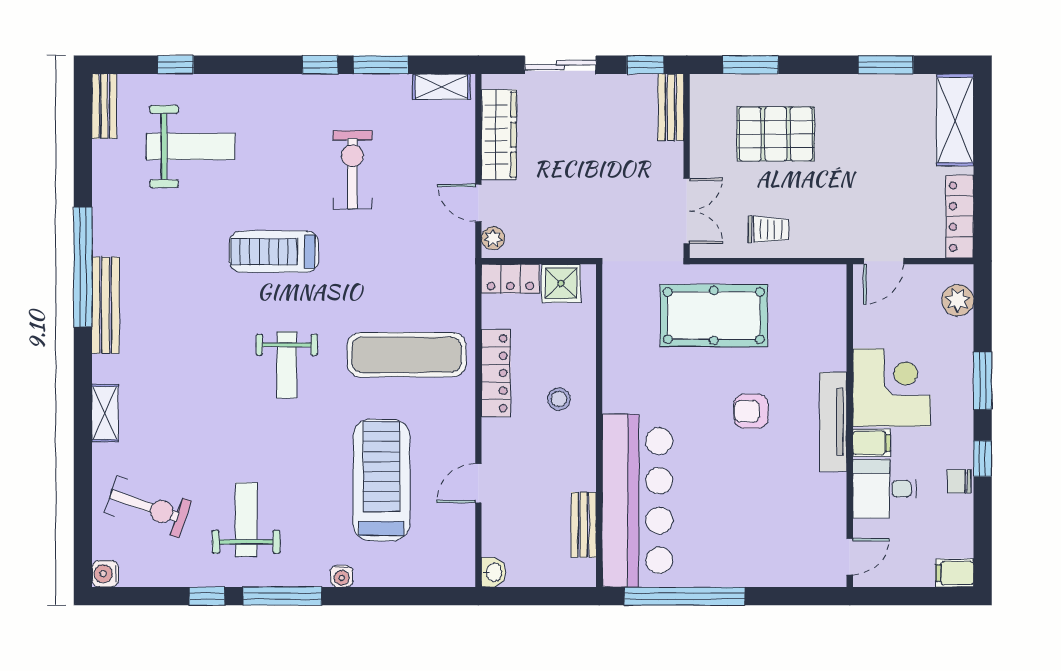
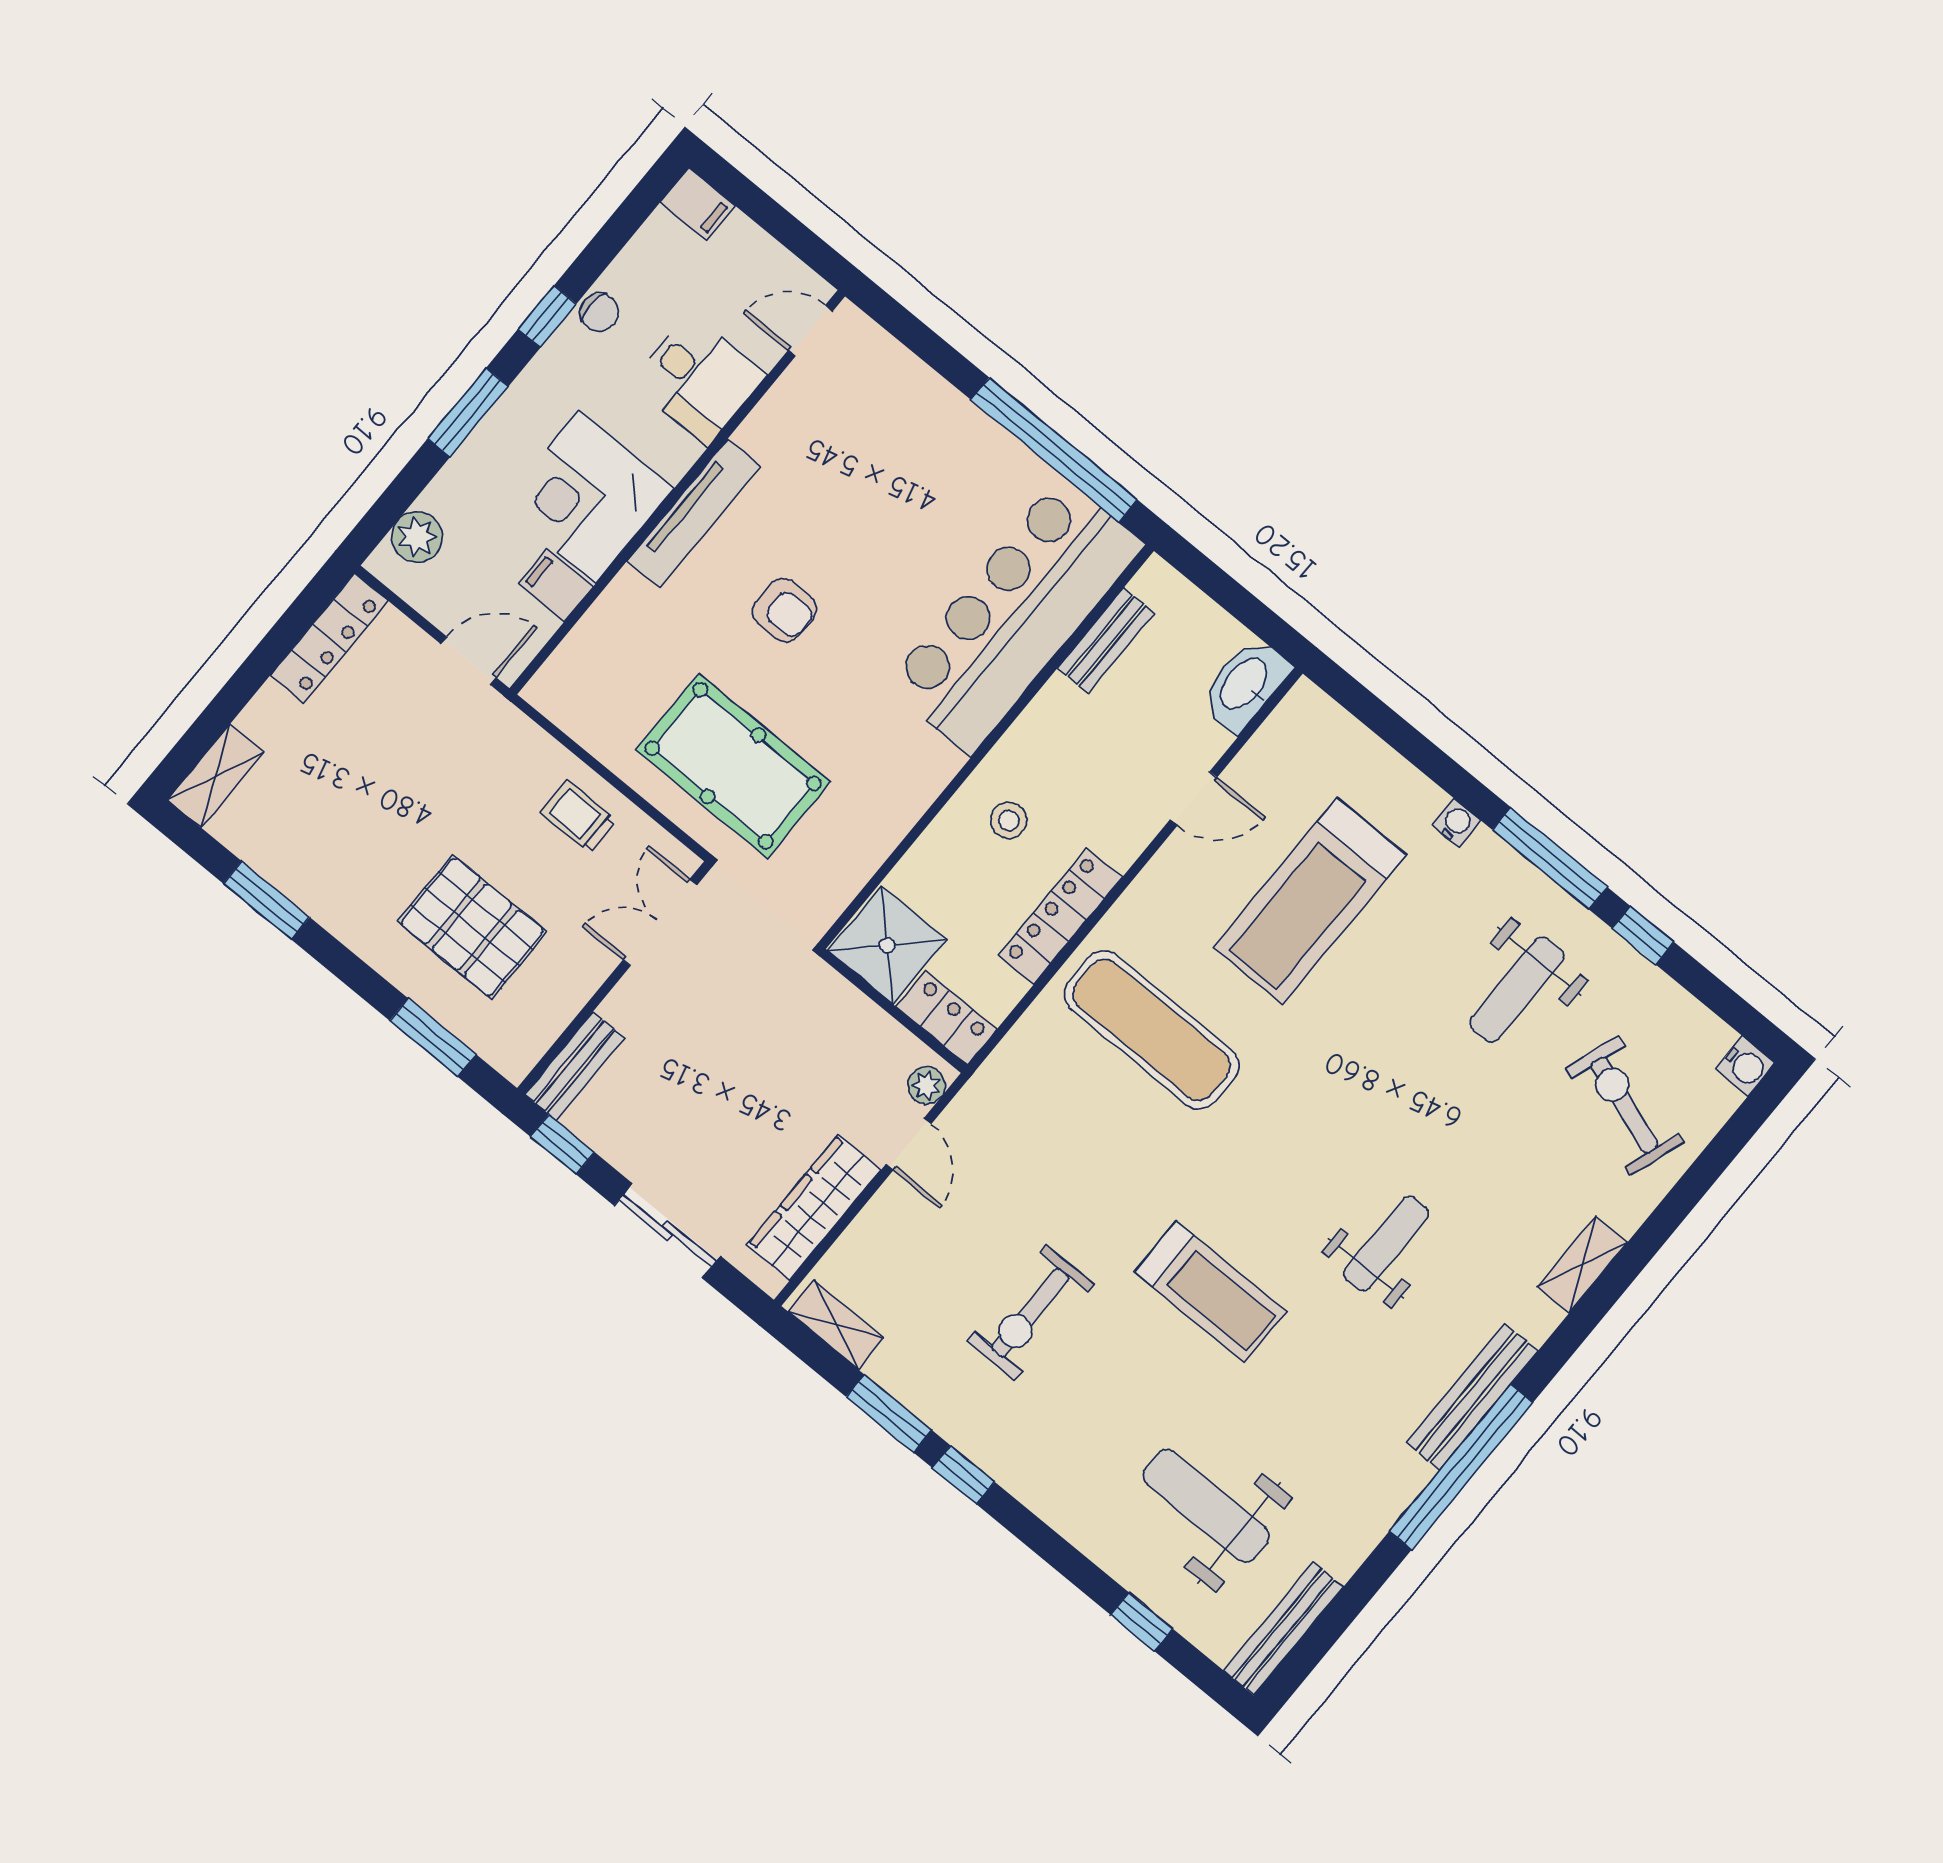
bench: (104, 106) -> (1283, 1629), width x1.36
shelving: (955, 120) -> (216, 776), width x0.67, depth x0.75
shower: (561, 283) -> (887, 945), width x1.36, depth x1.36
weight bench: (287, 365) -> (1386, 1244), moved
filing cabinet: (872, 443) -> (555, 585), moved
washbasin: (493, 572) -> (1245, 685), width x1.91, depth x1.45

